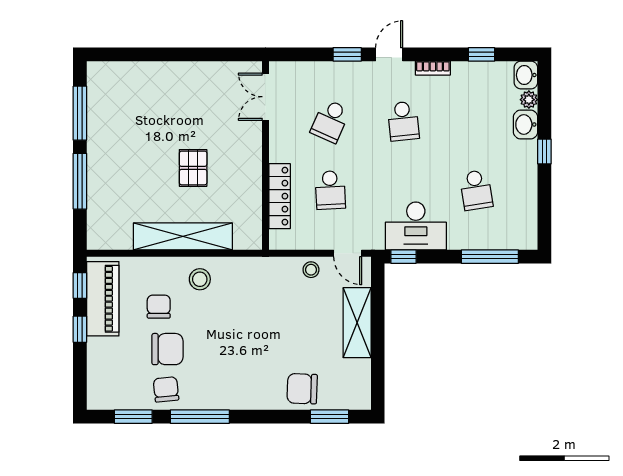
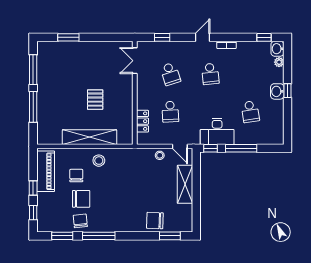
window: (144, 54) -> (68, 37), added
window: (347, 54) -> (162, 37), moved
window: (481, 54) -> (264, 37), moved
school desk: (330, 121) -> (170, 74), turned -42
washbasin: (526, 124) -> (277, 91), moved
locker: (280, 196) -> (142, 121), width x0.66
window: (490, 257) -> (241, 148), moved
window: (80, 285) -> (33, 213), moved

